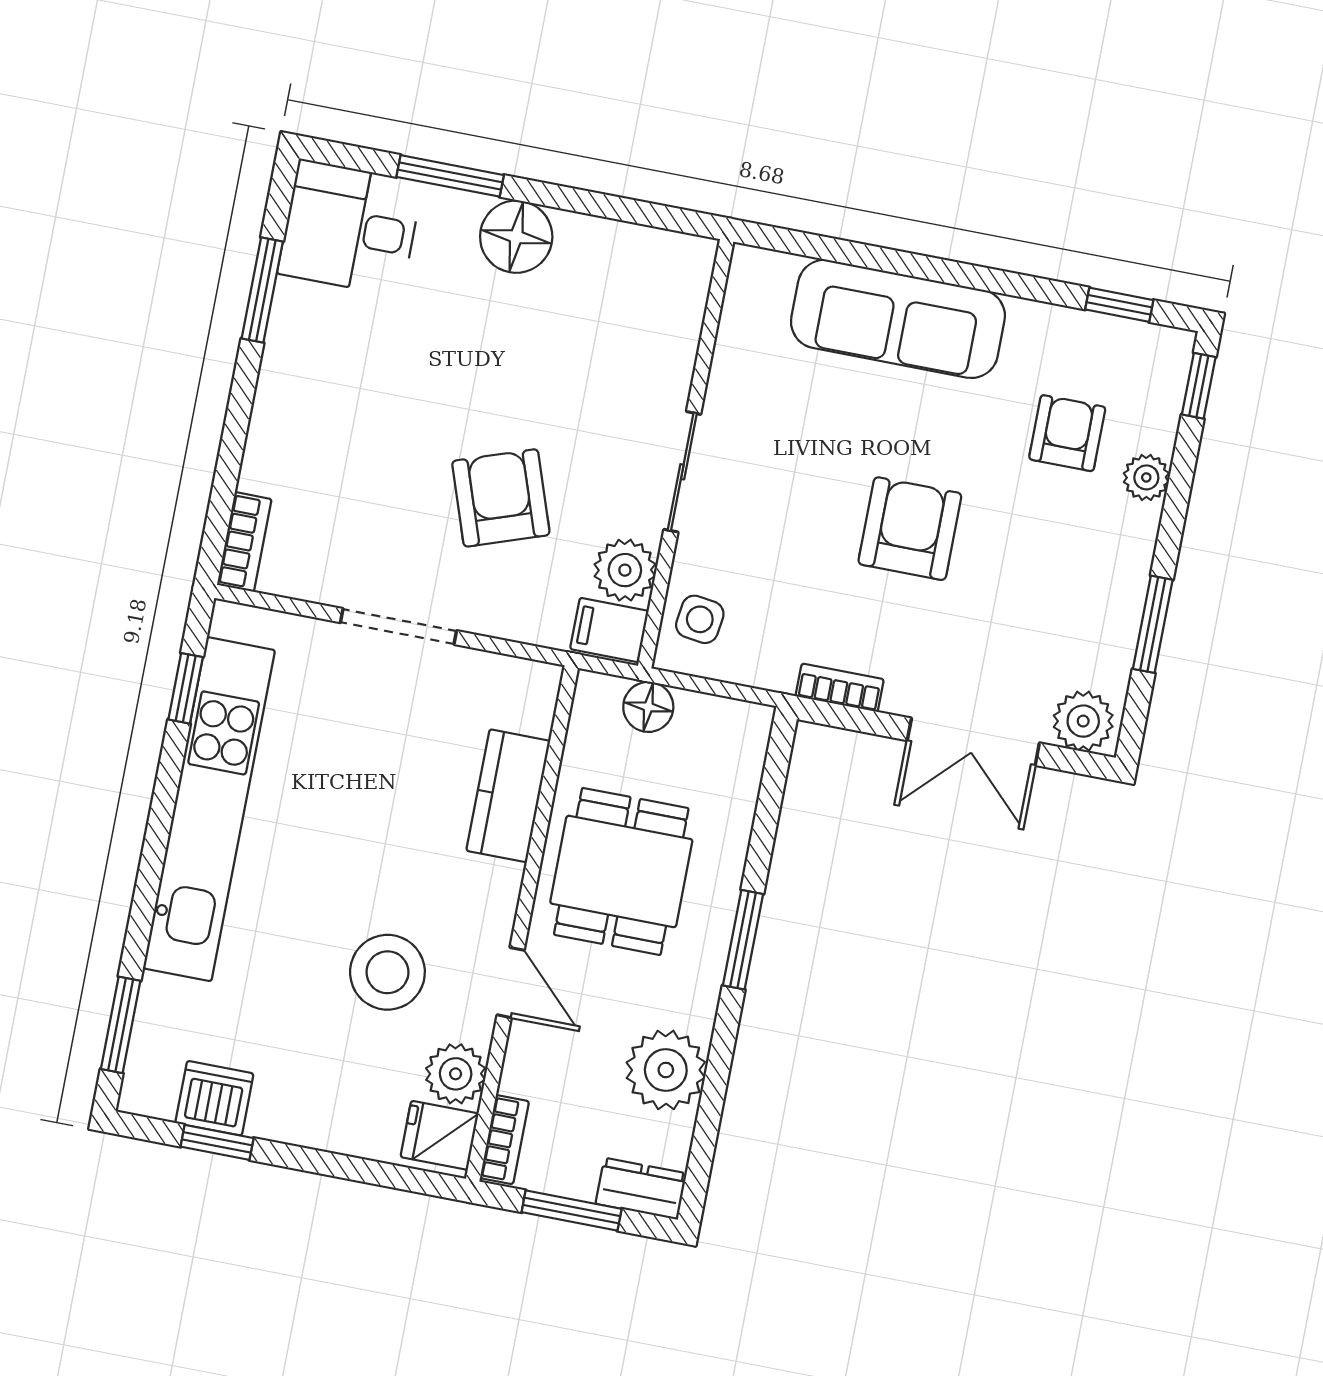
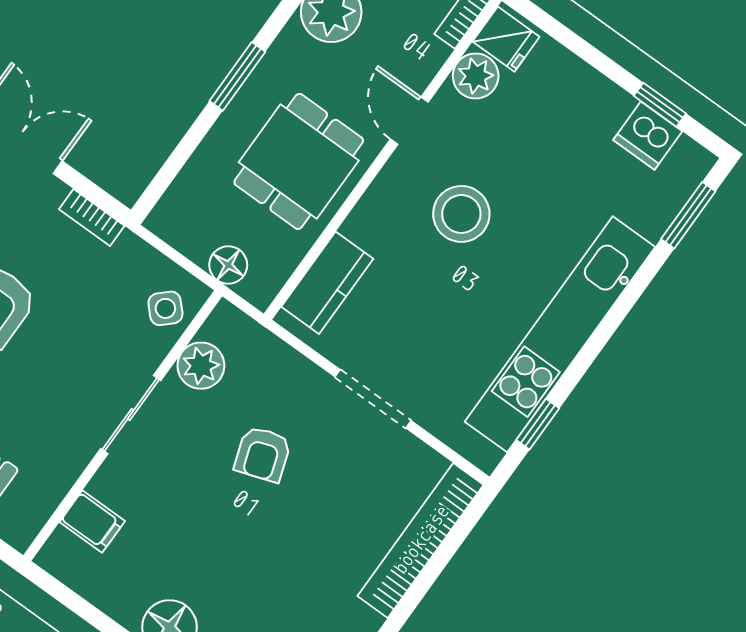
armchair: (501, 498) -> (263, 454), width x0.72, depth x0.72
bookcase: (244, 542) -> (421, 540), width x2.31, depth x1.31
side table: (700, 619) -> (165, 308), turned 38
filing cabinet: (609, 630) -> (92, 522), moved
kitchen counter: (508, 796) -> (327, 283), moved
stool: (387, 972) -> (461, 214), moved

